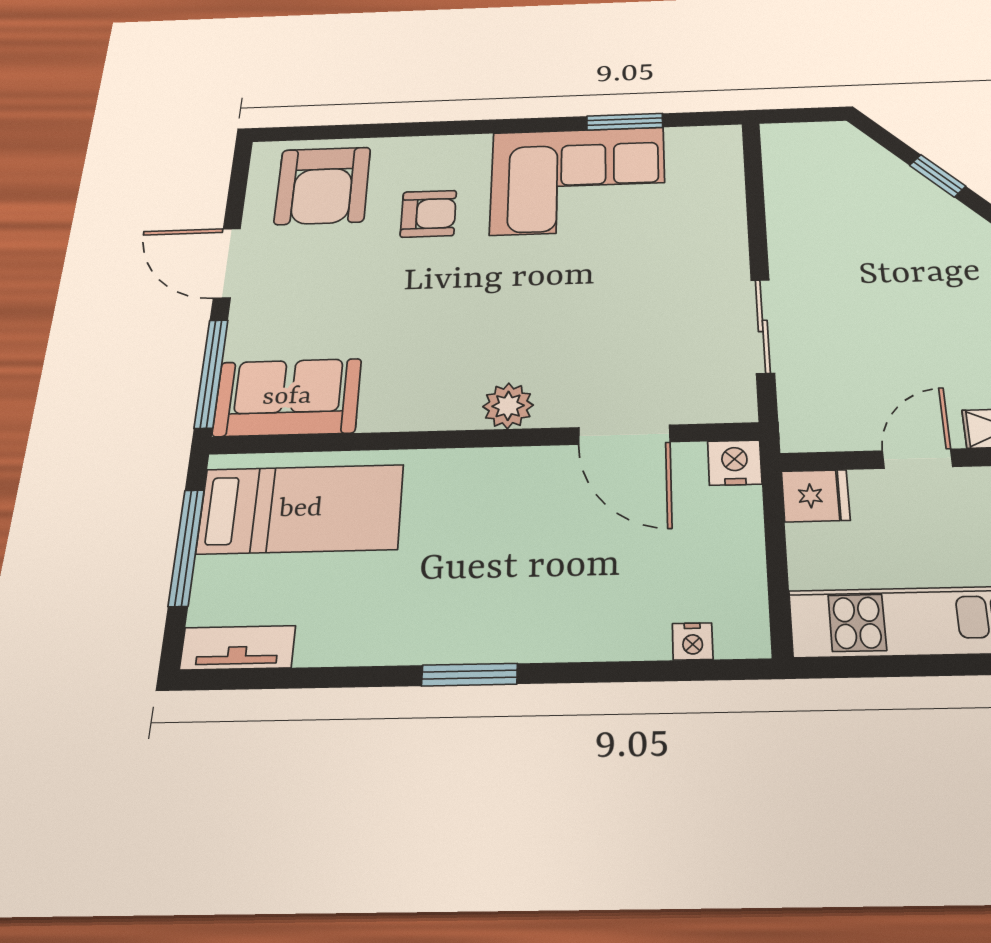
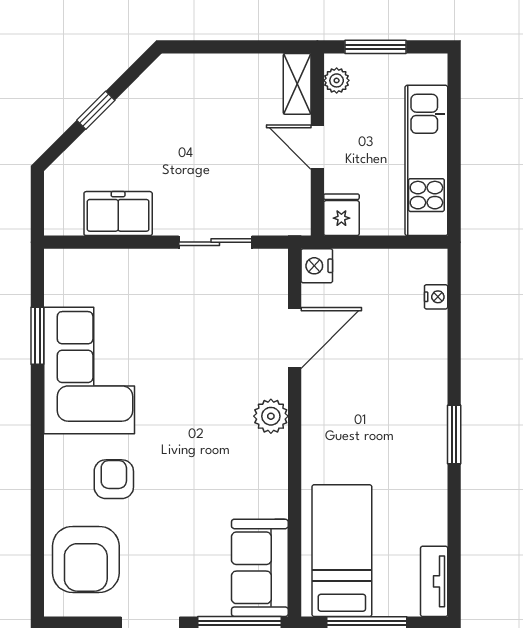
armchair: (323, 186) -> (86, 559), turned 90
freezer: (796, 206) -> (118, 214), added

